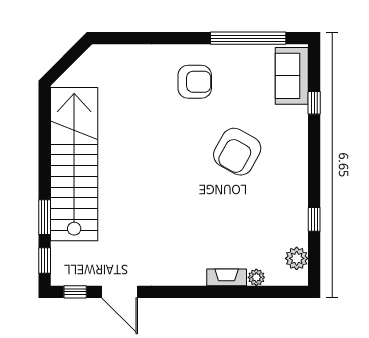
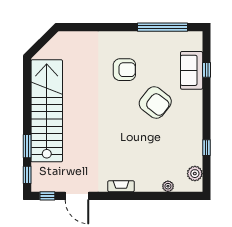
sofa: (292, 76) -> (192, 70), moved
armchair: (195, 82) -> (124, 70), moved
armchair: (237, 152) -> (155, 103), turned -81
fireplace: (227, 277) -> (121, 186), moved

